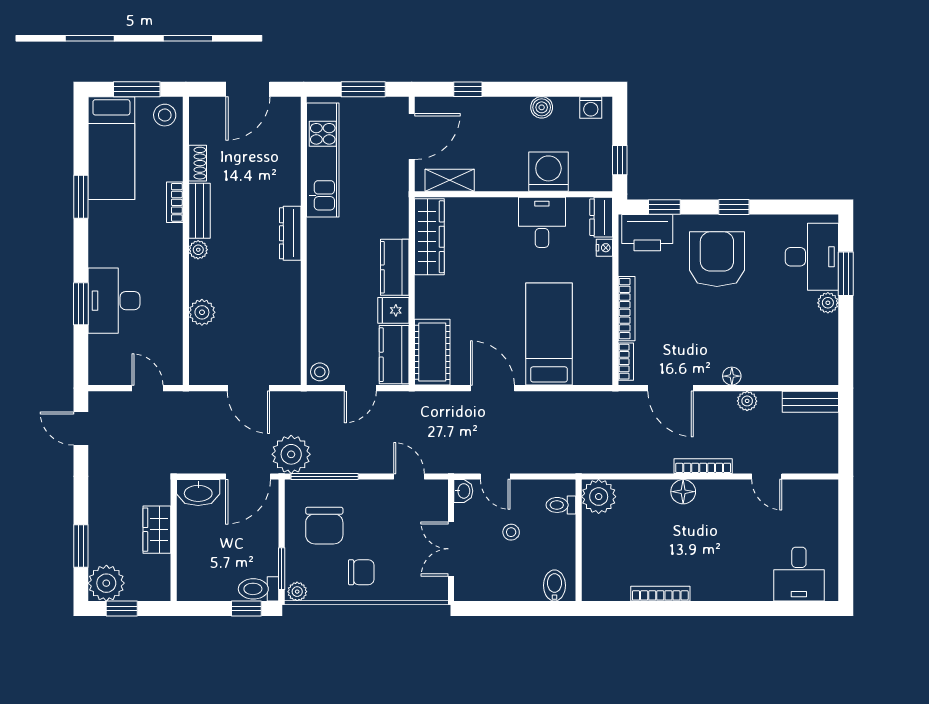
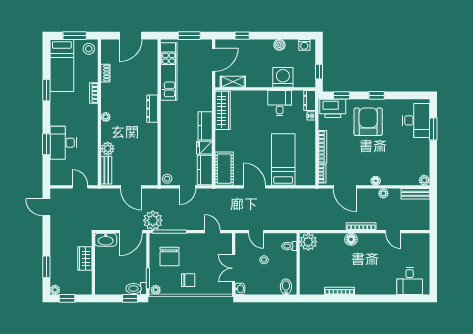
bench: (199, 211) -> (106, 170), moved
plant: (828, 303) -> (424, 180), moved
washbasin: (463, 491) -> (240, 289), moved
plant: (106, 583) -> (55, 290), width x0.53, depth x0.53

